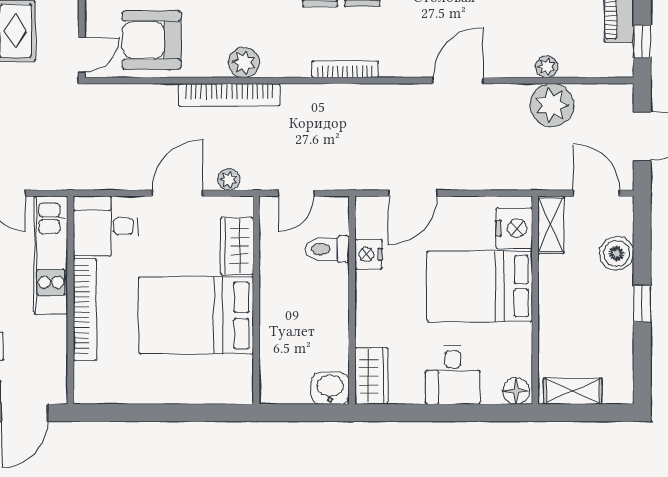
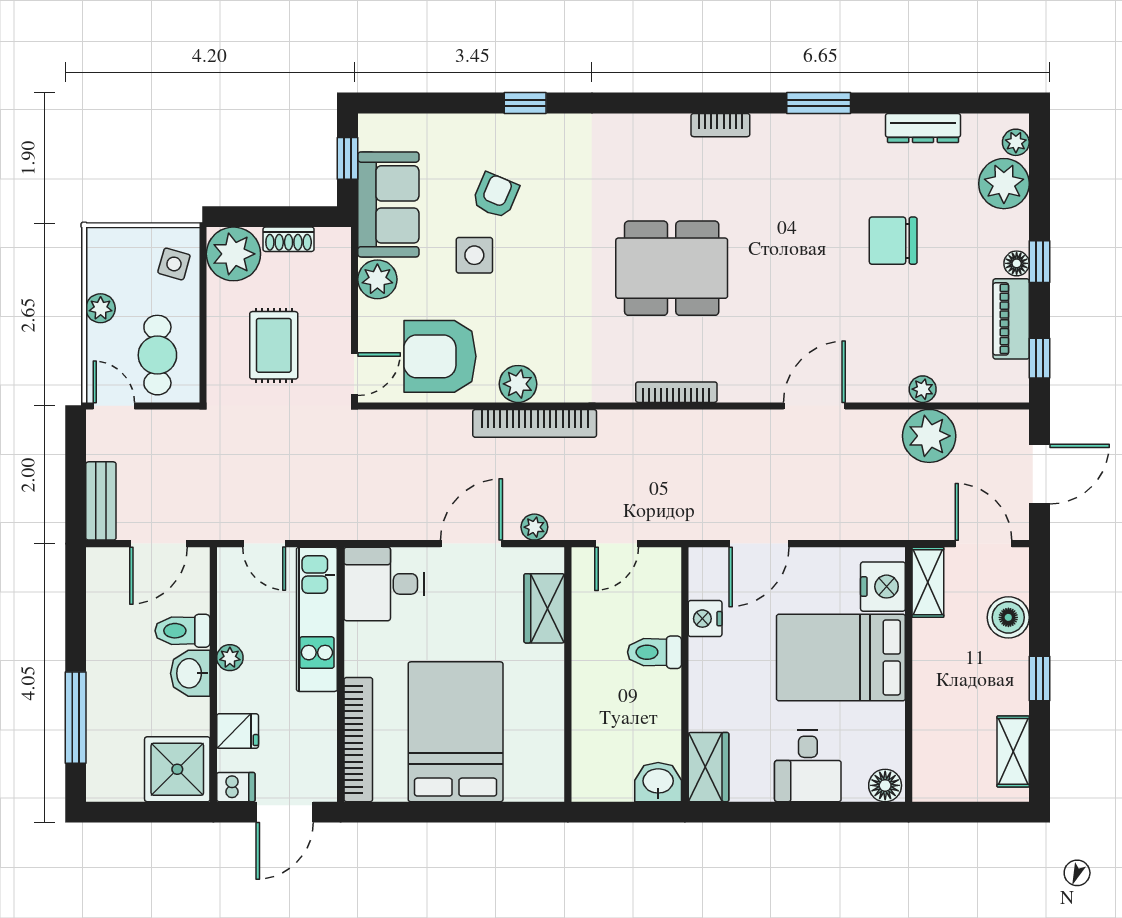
plant: (244, 62) -> (518, 384), moved
toilet: (327, 249) -> (655, 652), moved
bookcase: (85, 309) -> (358, 740), moved
bed: (196, 315) -> (456, 732), moved, turned 90
shelving: (573, 391) -> (1013, 751), moved, turned 90

